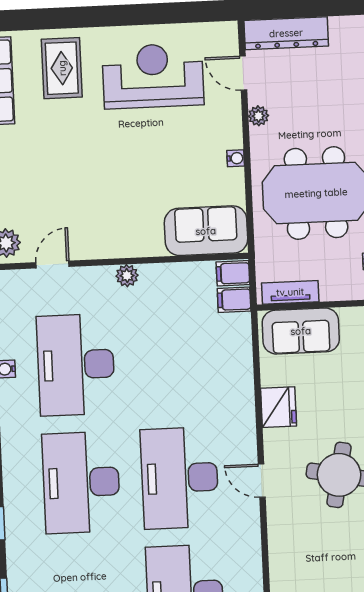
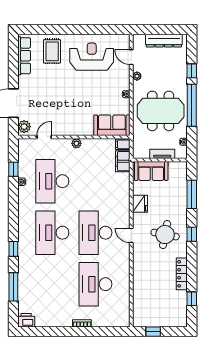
dresser: (286, 33) -> (164, 41), moved
tv unit: (290, 292) -> (162, 154), moved
filing cabinet: (234, 300) -> (123, 161), width x2.00

